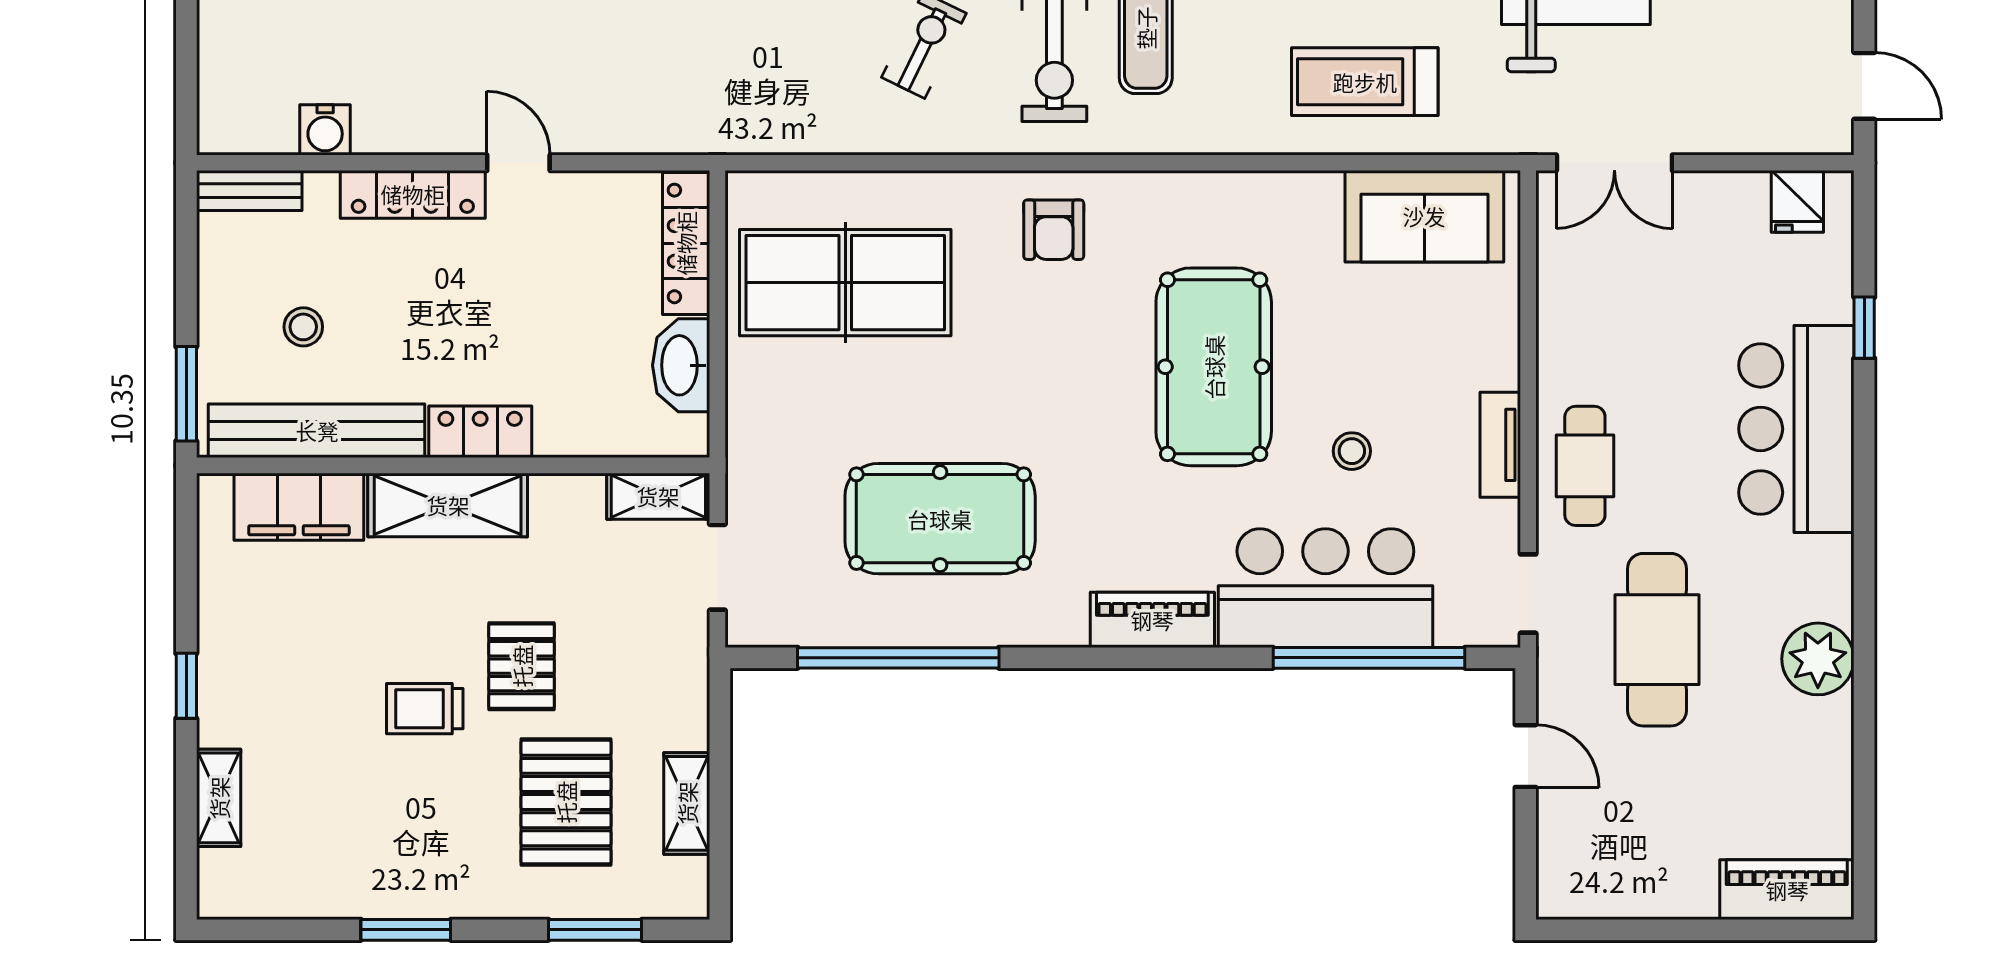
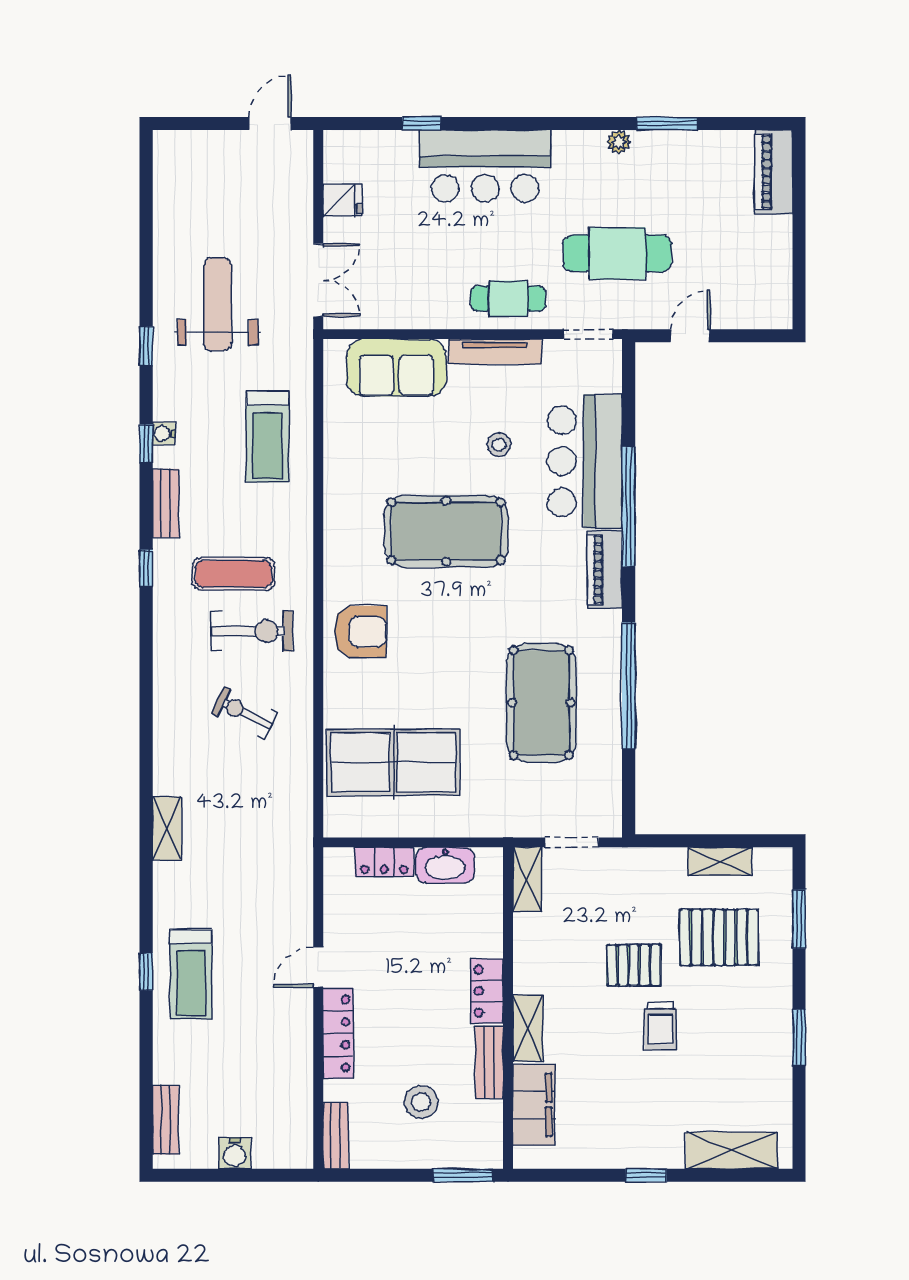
water cooler: (325, 130) -> (235, 1153), moved, turned 90
fridge: (1797, 201) -> (342, 200), moved
sofa: (1424, 216) -> (396, 368), moved, turned 90
armchair: (1054, 230) -> (360, 632), width x1.38, depth x1.38
locker: (686, 243) -> (384, 862), width x0.66
table tennis table: (845, 283) -> (393, 762), turned 90
stool: (303, 327) -> (421, 1102), width x1.37, depth x1.37
bench: (317, 431) -> (489, 1062), width x0.54, depth x0.82
tv unit: (1500, 445) -> (495, 352), width x1.41
shelving: (448, 505) -> (528, 1028), width x0.67, depth x0.75
window: (898, 658) -> (629, 686), moved
window: (1369, 658) -> (629, 506), moved
plant: (1818, 659) -> (619, 142), width x0.53, depth x0.53
window: (1864, 719) -> (667, 123), added
shelving: (219, 798) -> (732, 1151), width x1.50, depth x1.33

